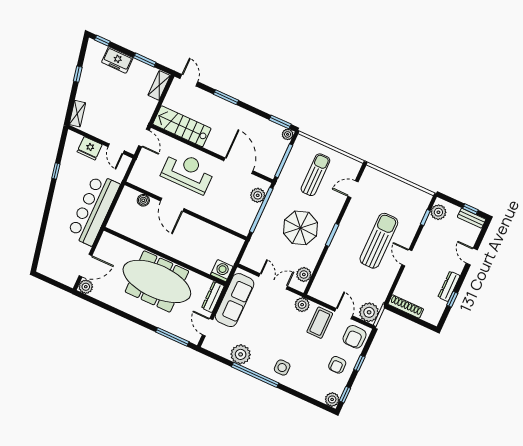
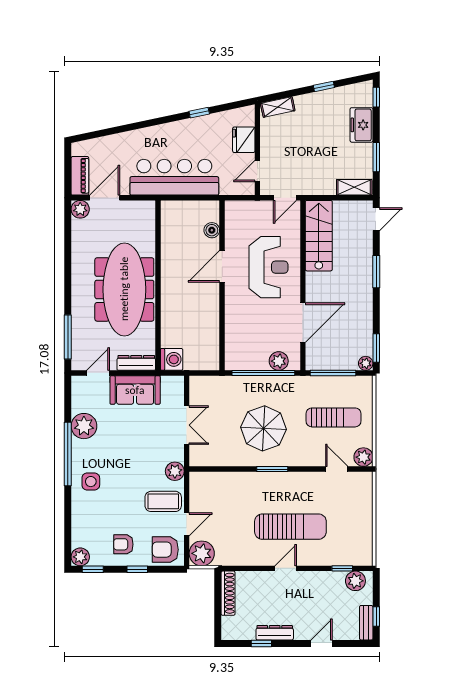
door: (86, 266) -> (105, 198), swing flipped
plant: (304, 274) -> (363, 457), moved
piano: (62, 276) -> (80, 176), added
sofa: (235, 300) -> (135, 390), width x0.73

